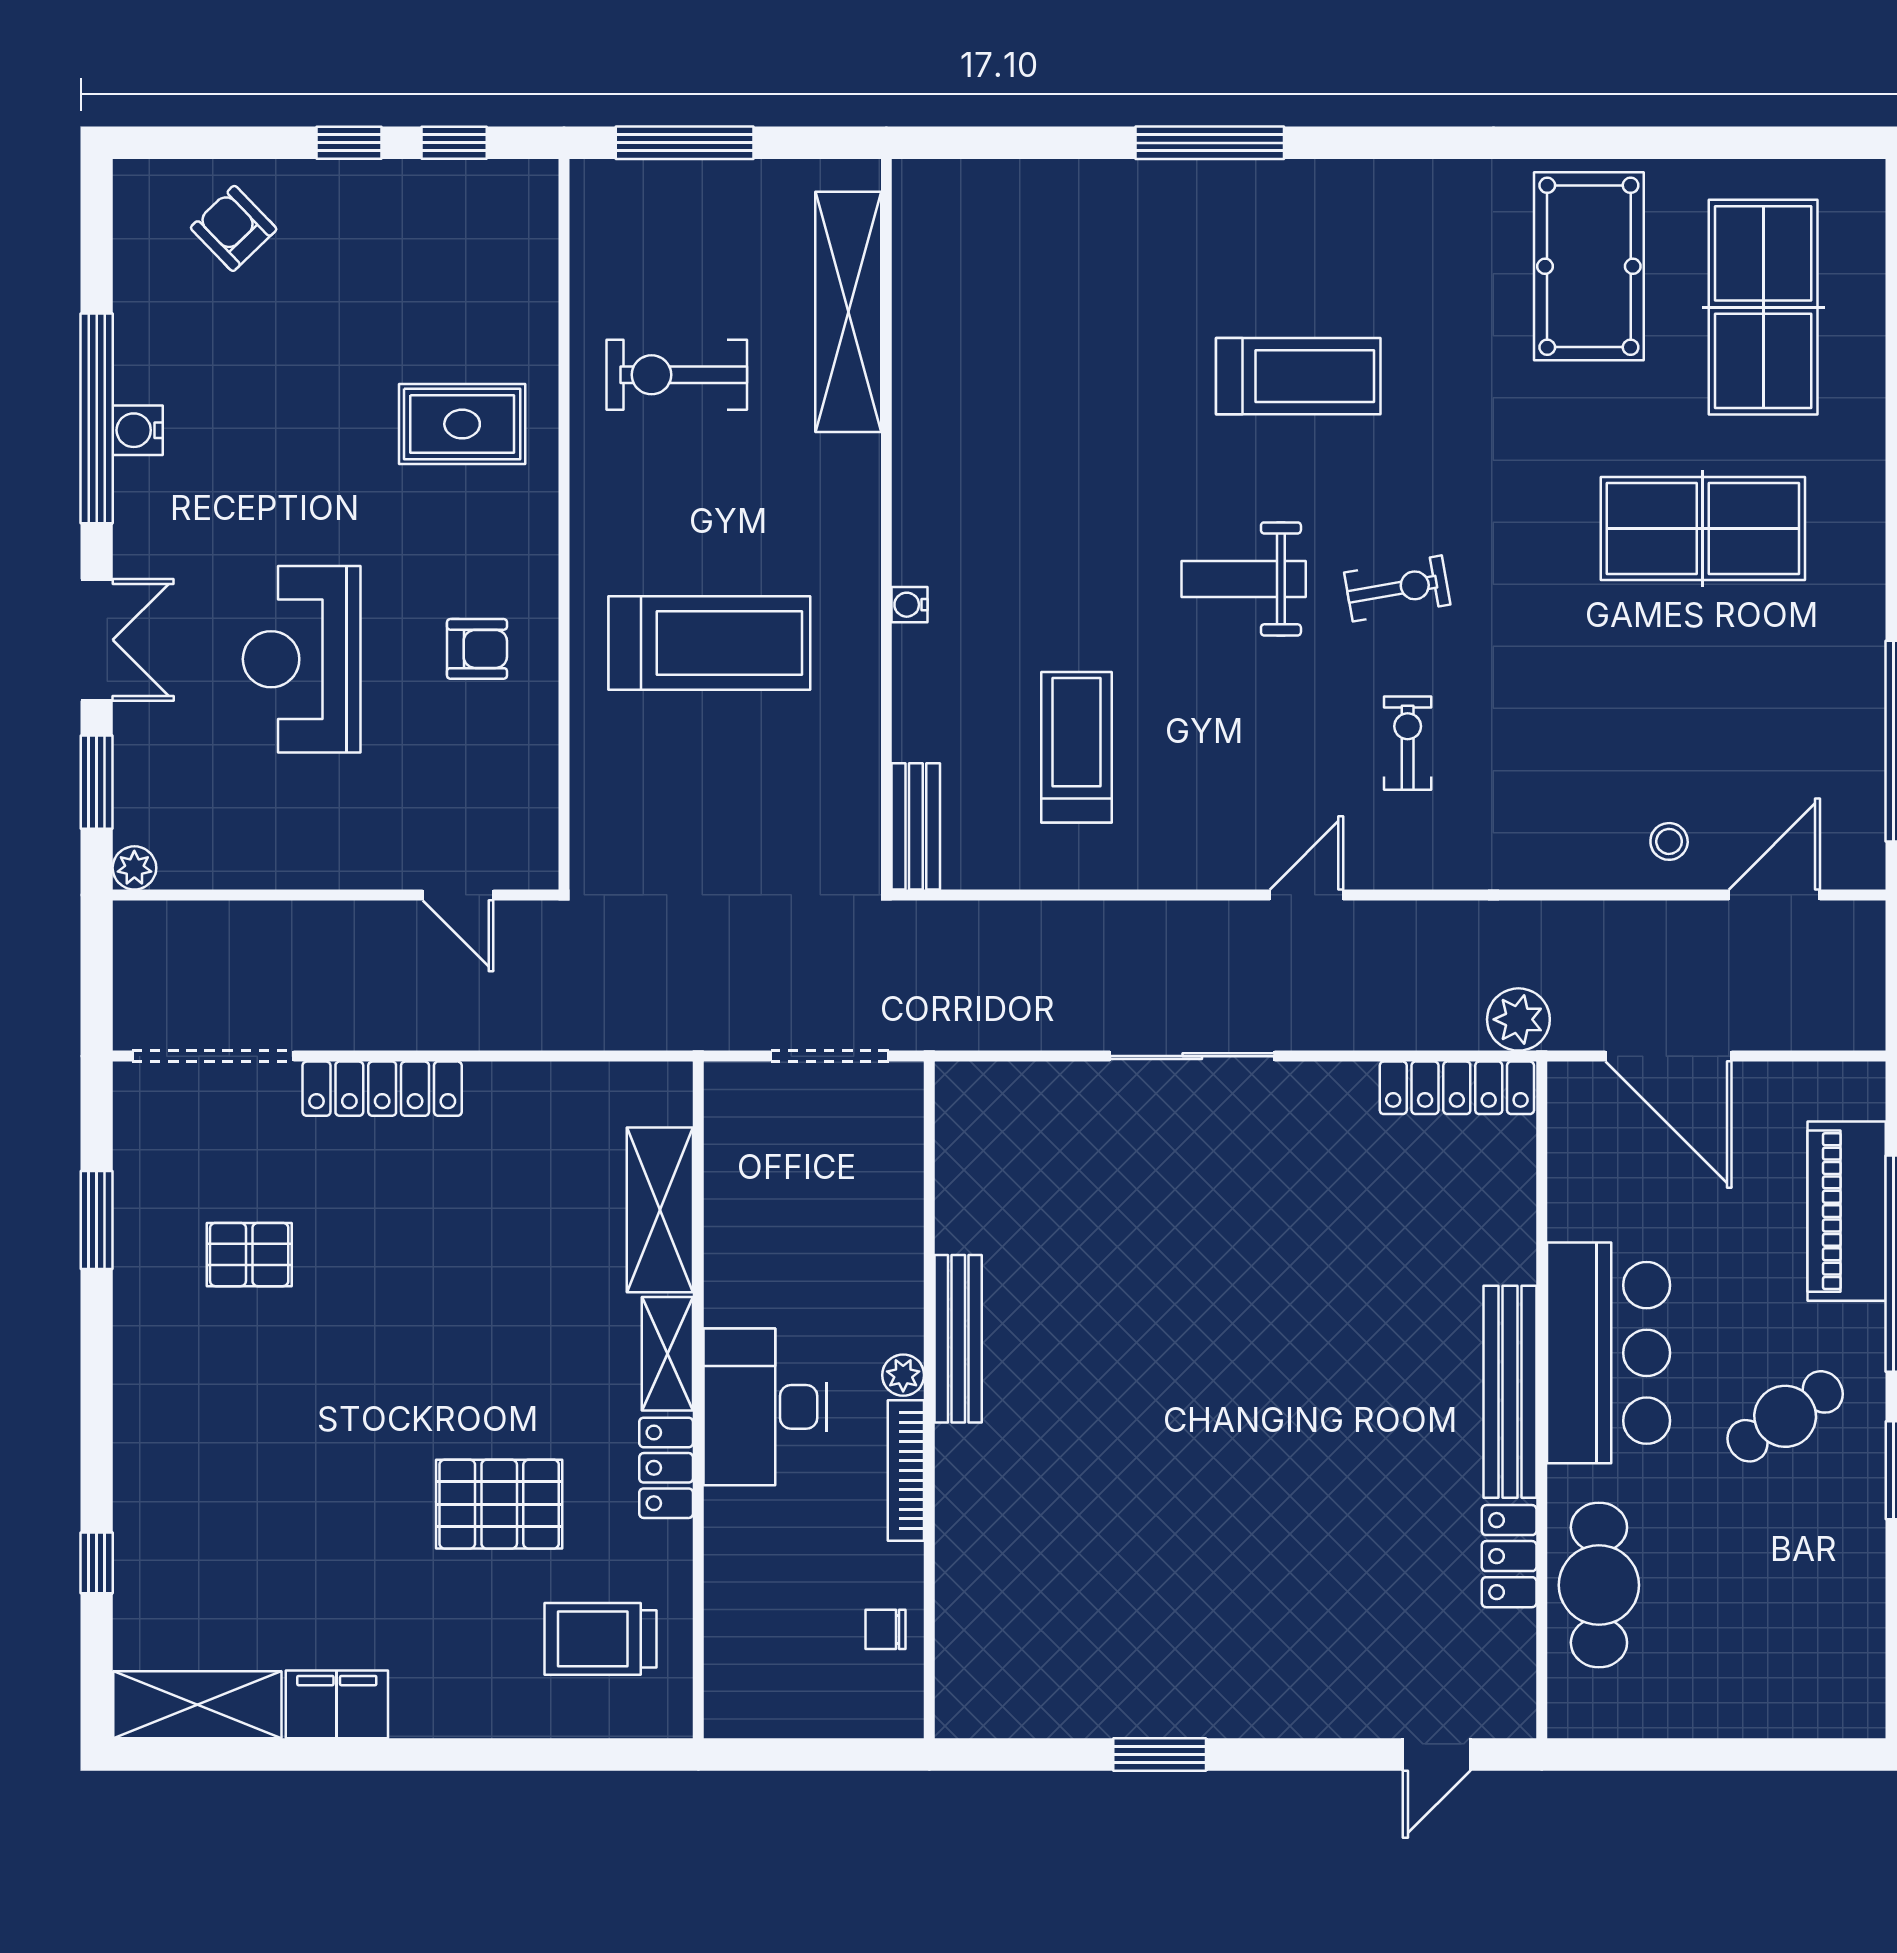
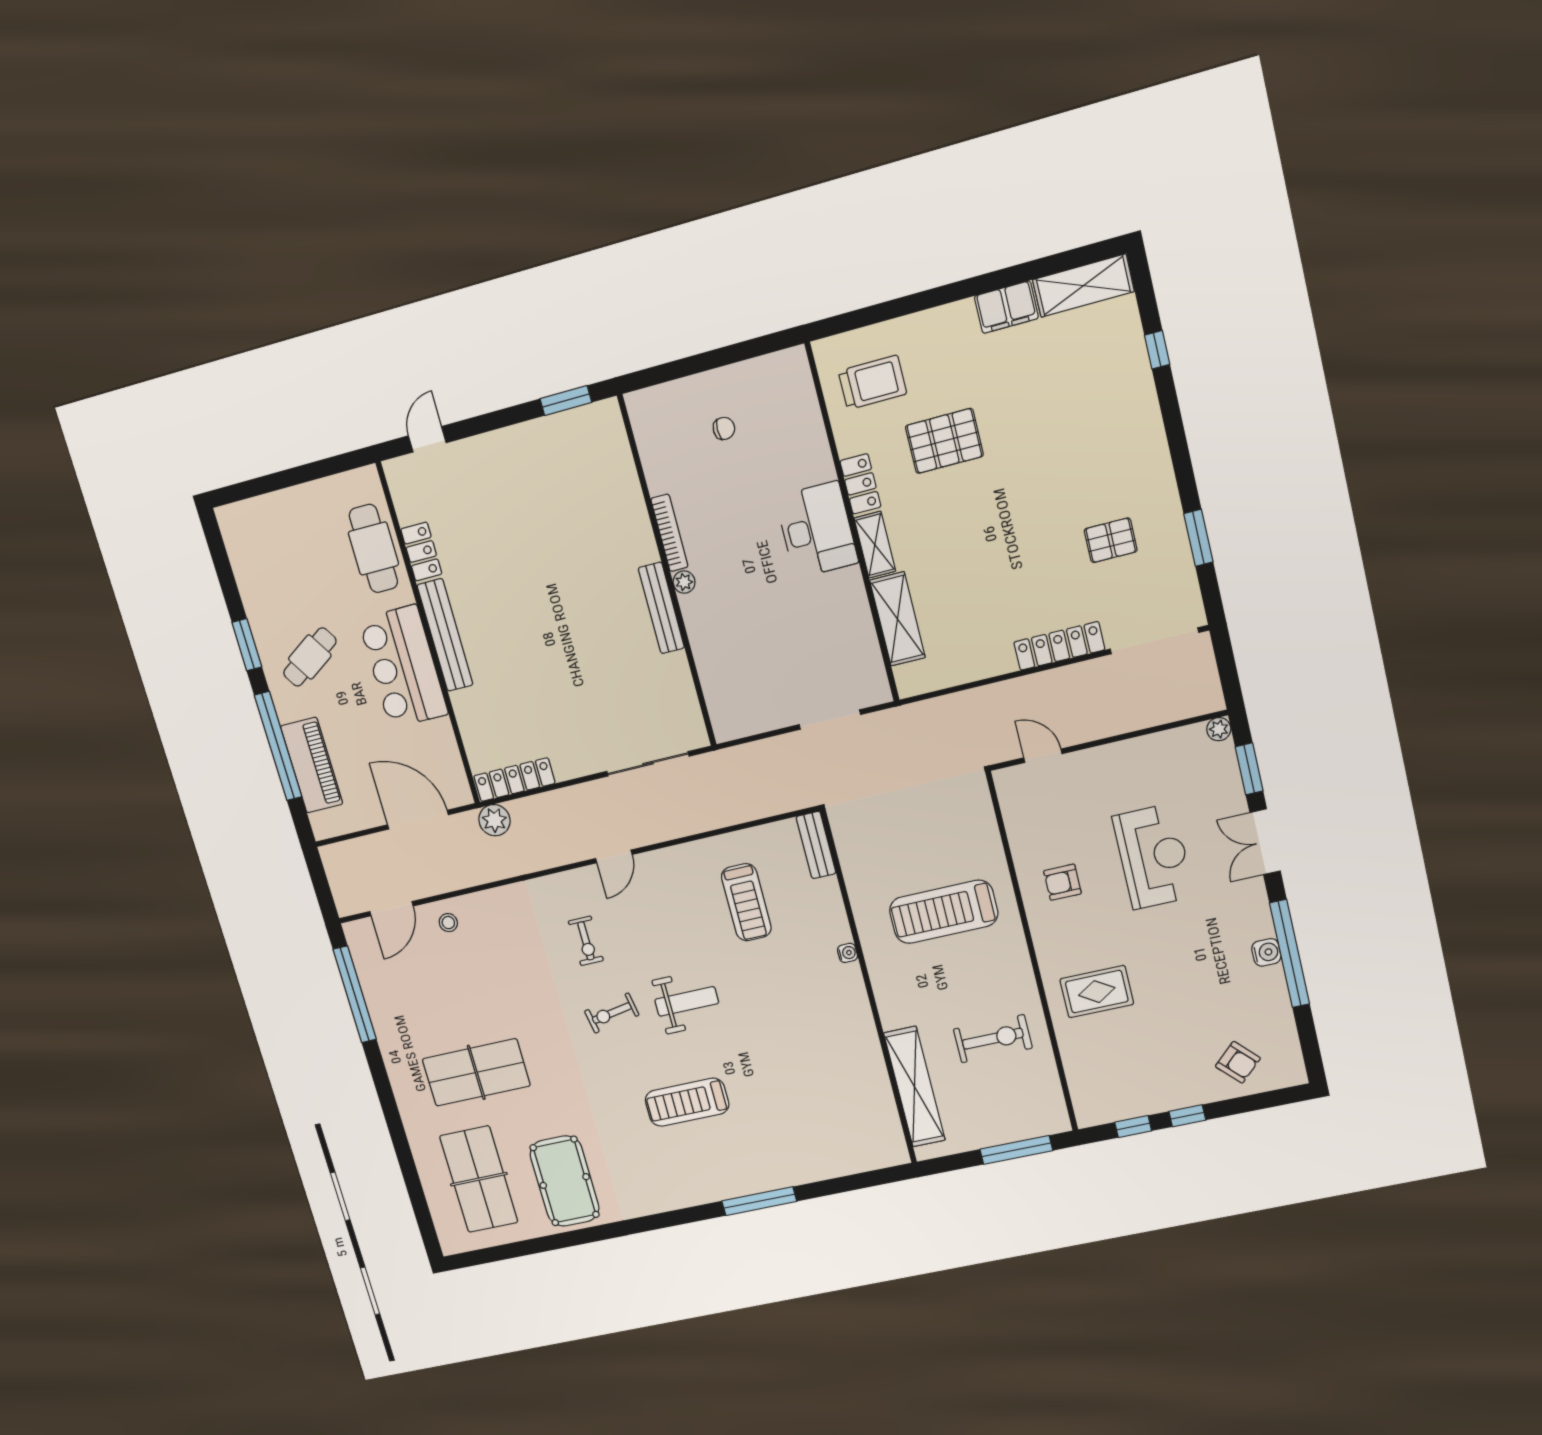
bench: (958, 1339) -> (661, 608), moved
plant: (903, 1375) -> (684, 582), moved
wall: (929, 1400) -> (667, 573), moved
bookcase: (906, 1471) -> (669, 533), moved

